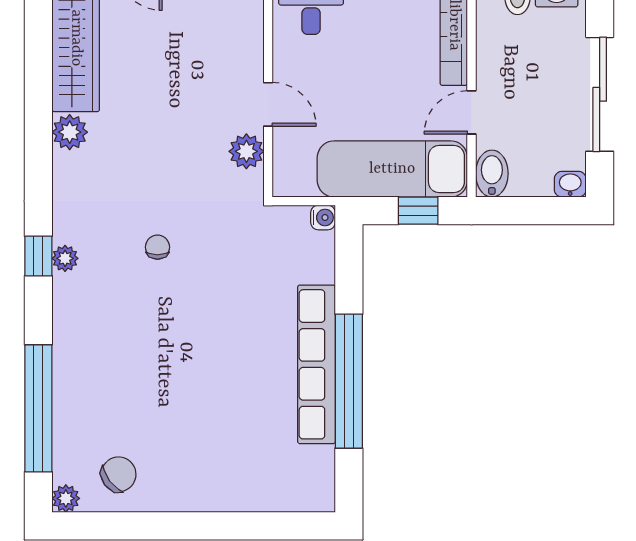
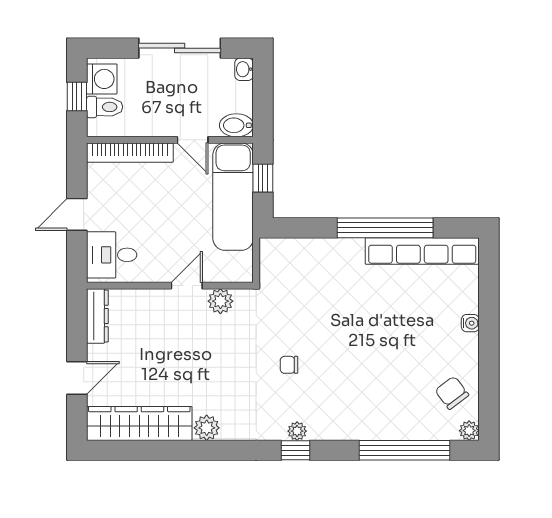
water cooler: (323, 217) -> (470, 323), moved, turned 90
row of seats: (316, 364) -> (422, 251), moved

